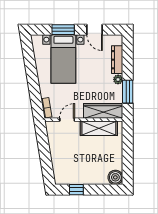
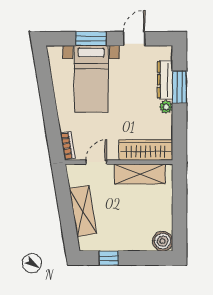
door: (95, 30) -> (134, 39), swing flipped
window: (128, 92) -> (179, 87), moved
shelving: (57, 155) -> (83, 211), added

